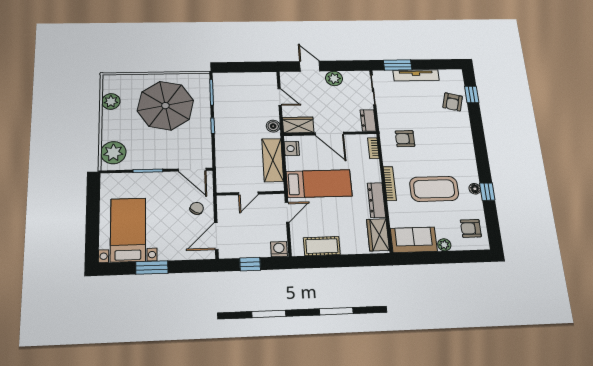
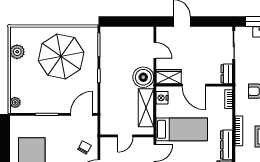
plant: (334, 78) -> (202, 34), removed
boiler: (273, 126) -> (143, 77), width x1.86, depth x1.86
plant: (113, 153) -> (15, 102), width x0.53, depth x0.53
door: (192, 170) -> (82, 114), swing flipped

